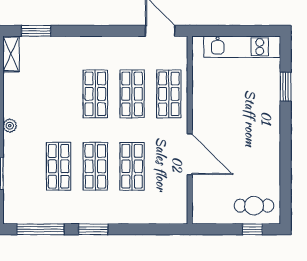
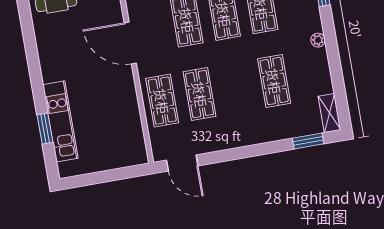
kitchen unit: (242, 47) -> (60, 121), moved, turned 90
shop shelf: (95, 94) -> (274, 81), moved

